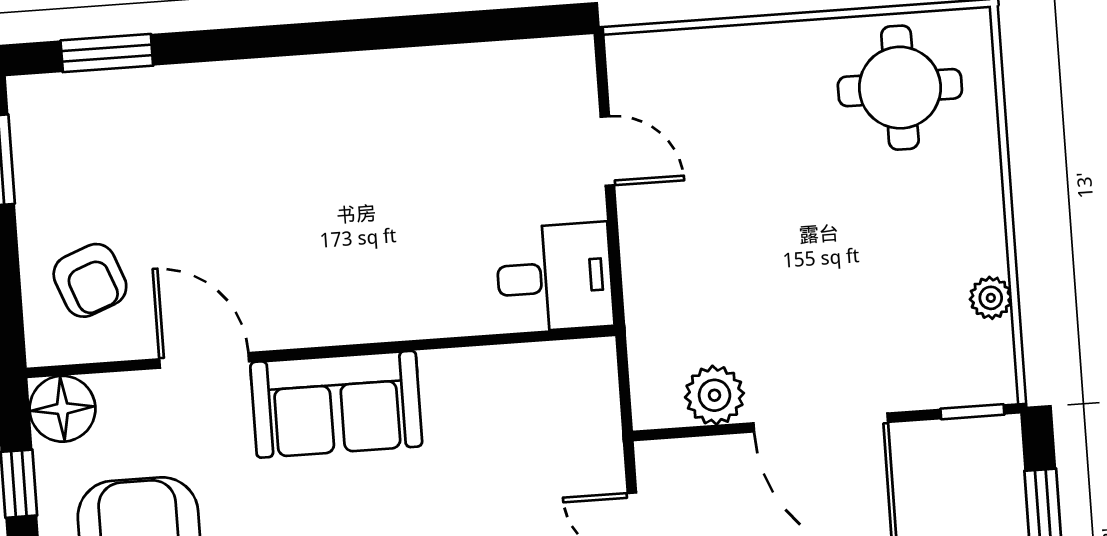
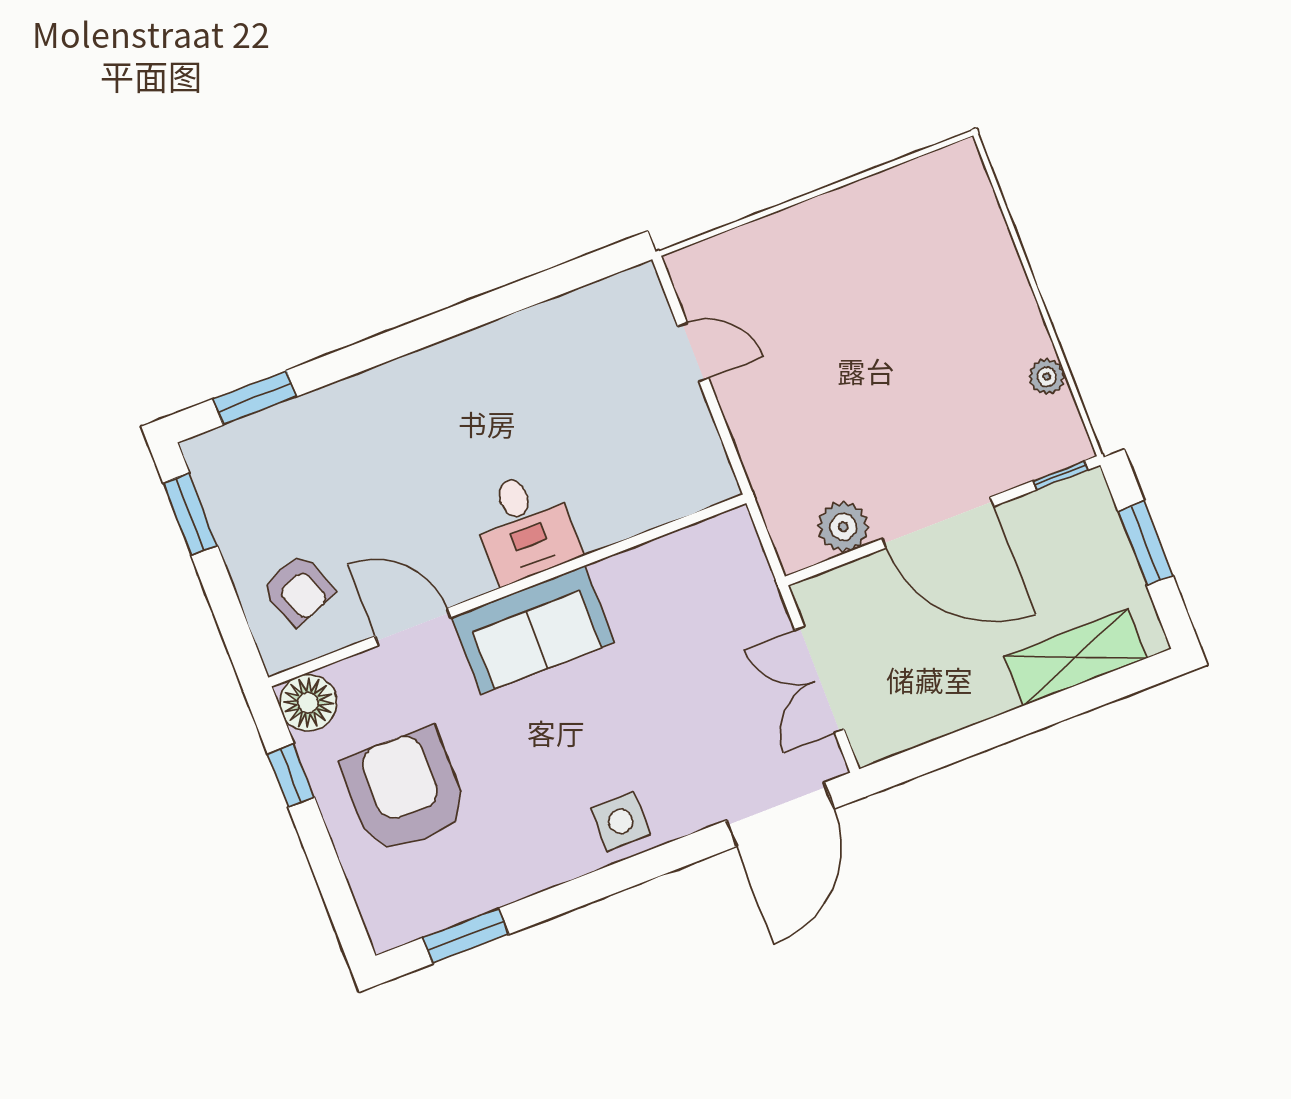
round table: (900, 88) -> (919, 226), removed
desk: (555, 277) -> (525, 527), moved, turned 90

